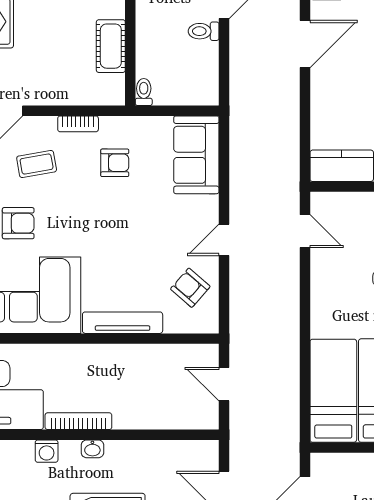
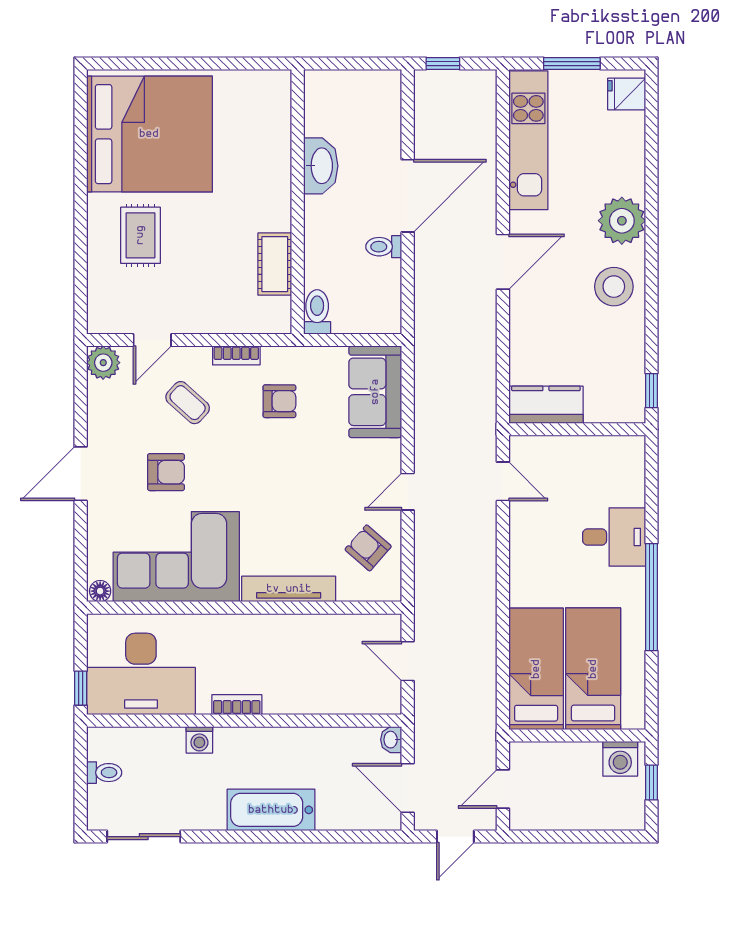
toilet: (144, 92) -> (317, 312), width x1.37, depth x1.39
coffee table: (37, 164) -> (188, 403), turned 52
bookcase: (78, 421) -> (237, 705), width x0.64
washbasin: (92, 449) -> (391, 740), moved, turned 90

